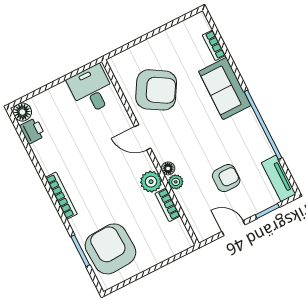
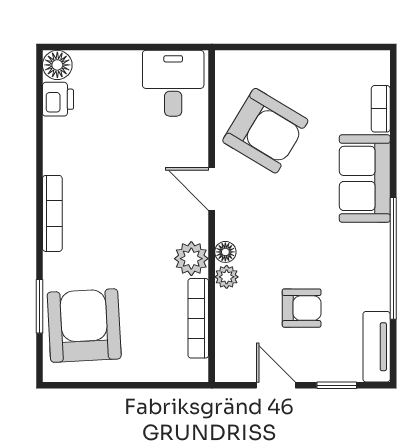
bookcase: (168, 205) -> (198, 318), width x1.56

